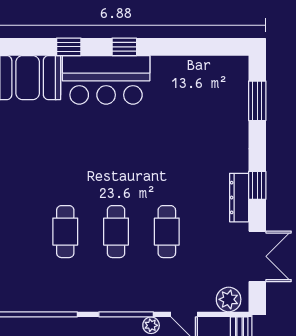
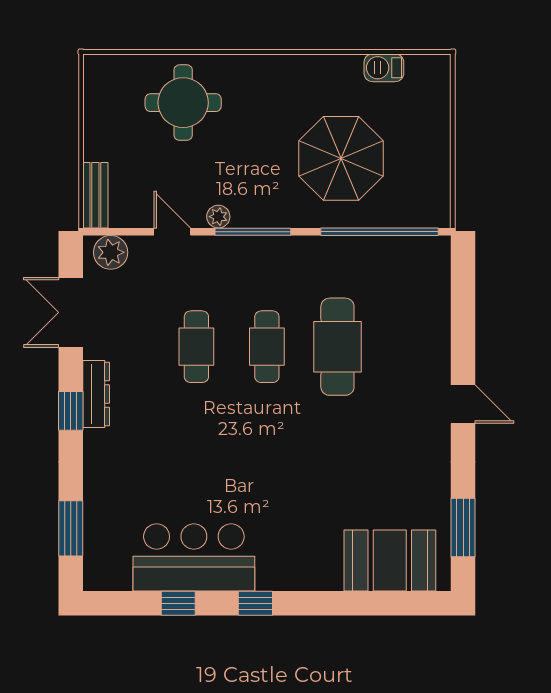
window: (69, 47) -> (178, 603), moved
bar counter: (106, 80) -> (194, 557), moved
cafe table: (65, 232) -> (337, 347), width x1.37, depth x1.35

